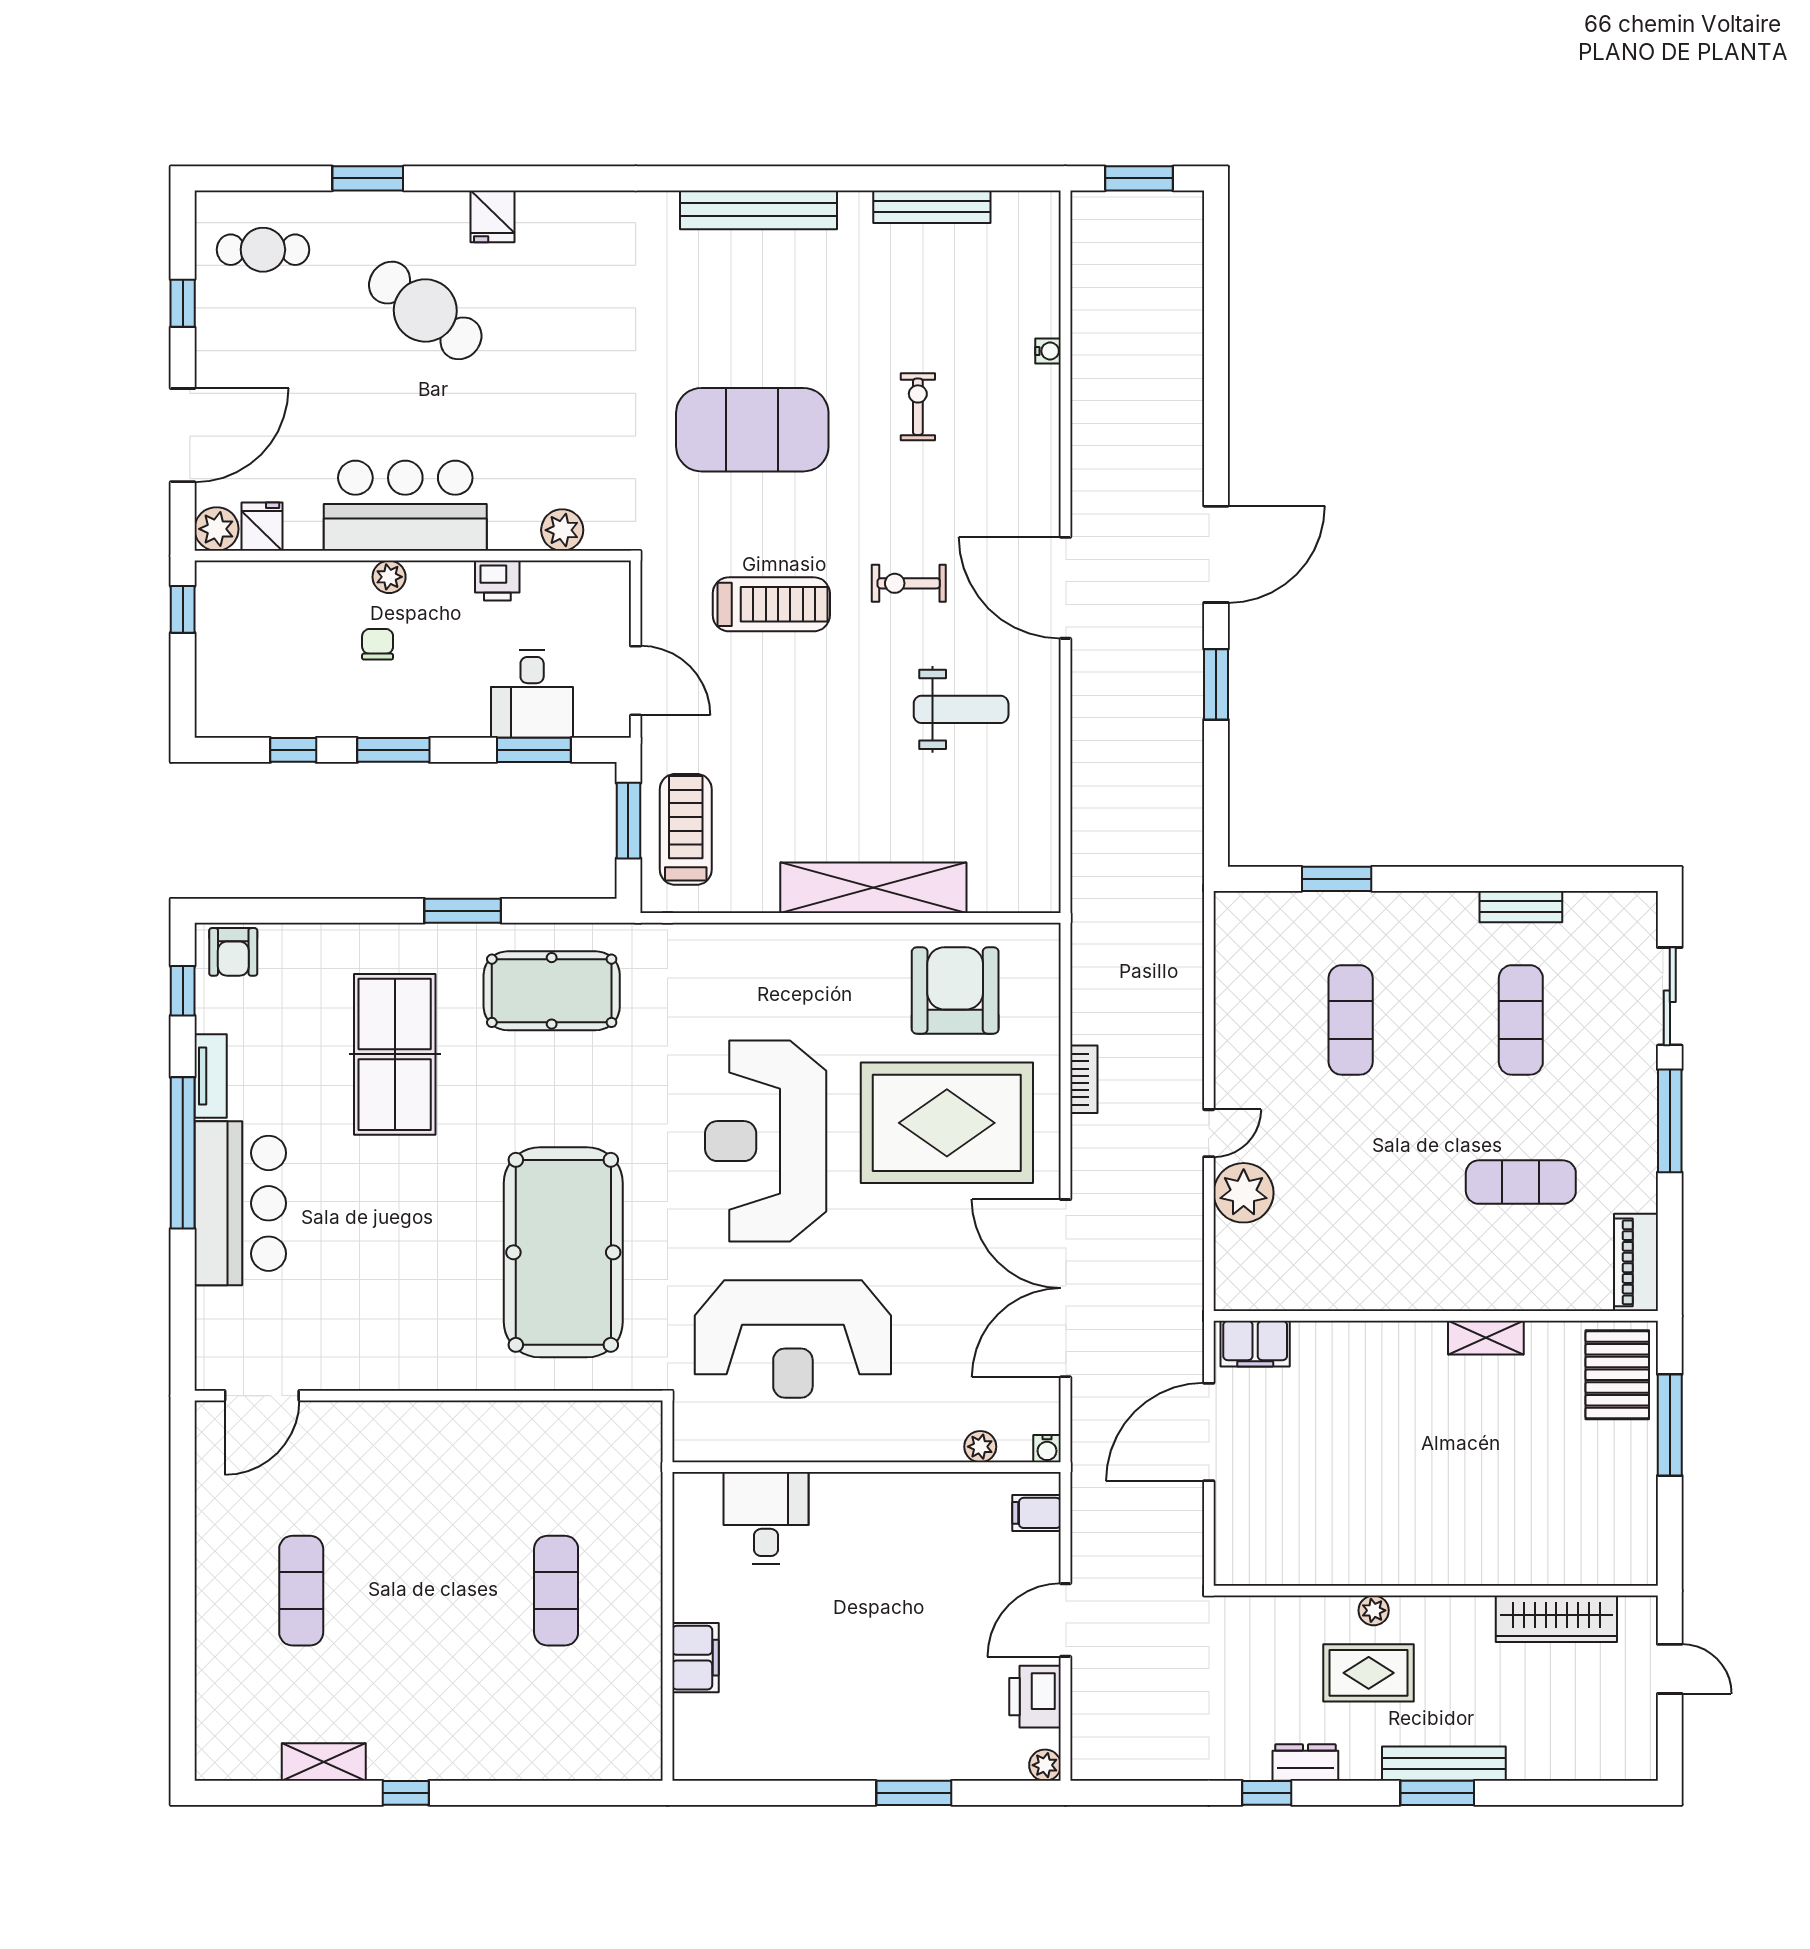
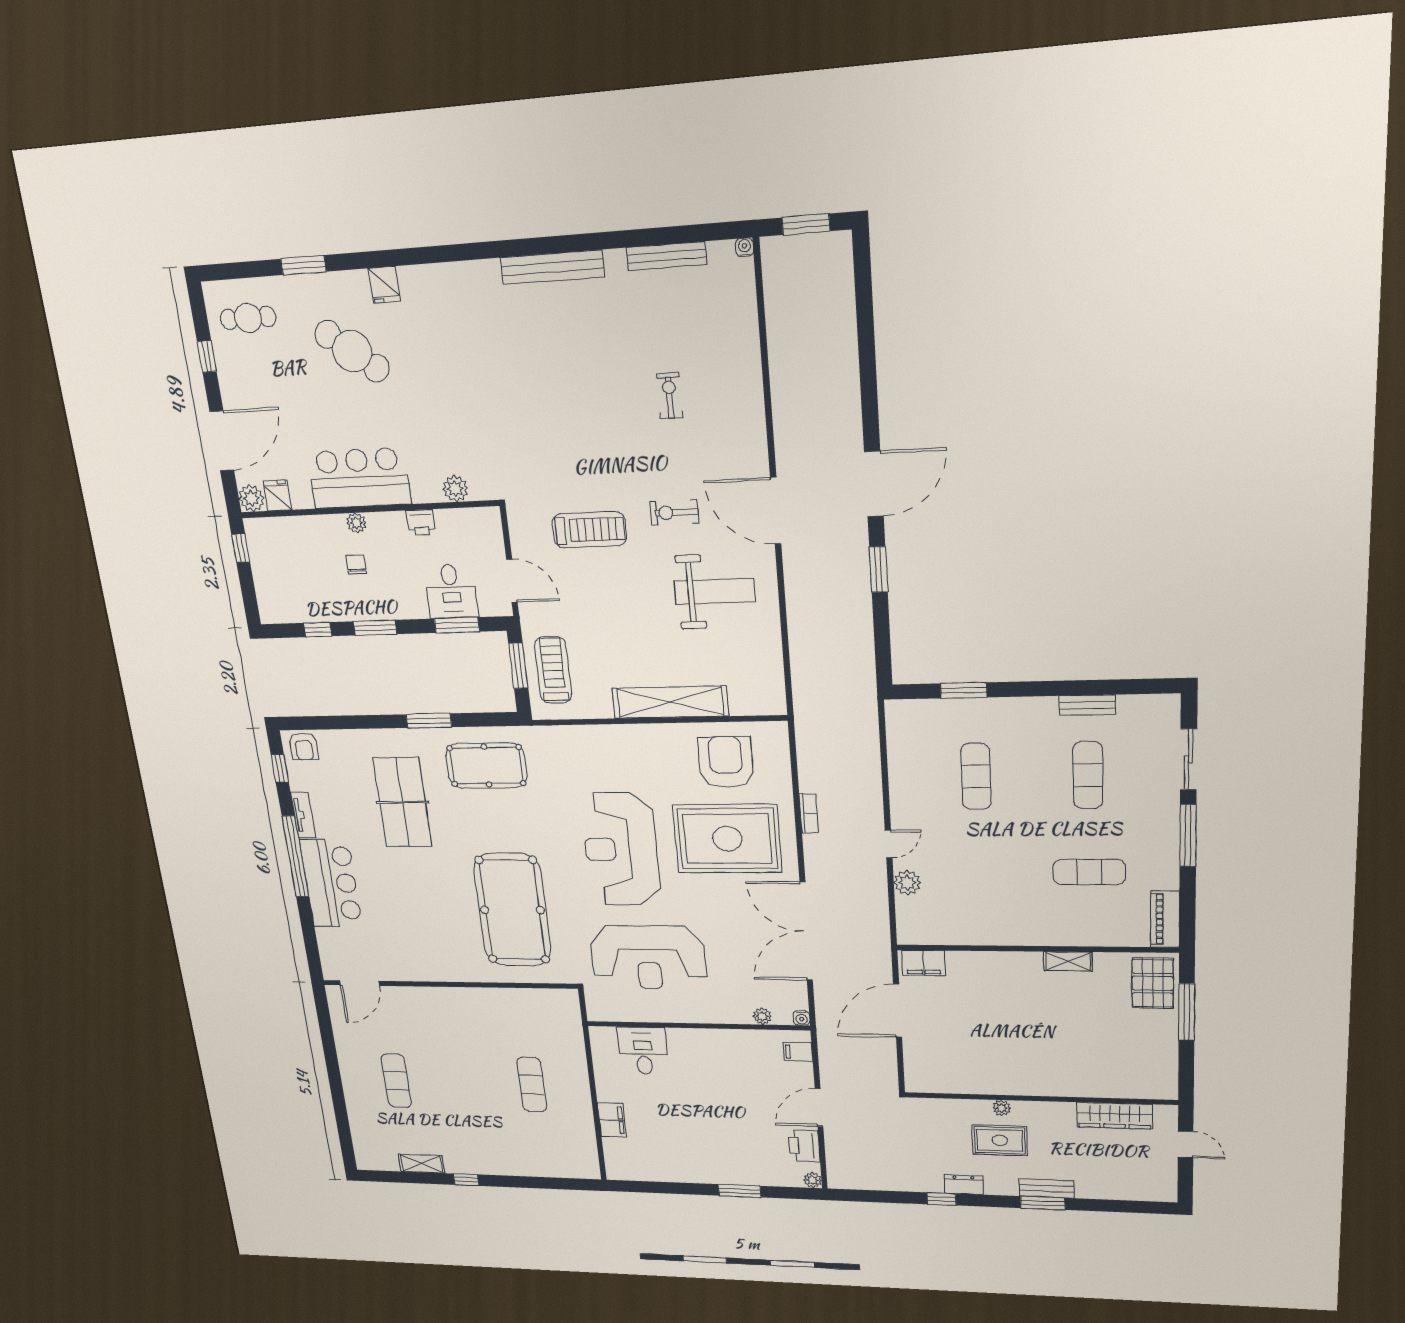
water cooler: (1048, 351) -> (745, 247), moved, turned -90
exercise mat: (752, 430) -> (565, 417), removed
weight bench: (961, 709) -> (715, 591), width x1.36, depth x1.33
plant: (1244, 1193) -> (907, 883), width x0.73, depth x0.73
bench: (1444, 1764) -> (1046, 1188), width x0.73

